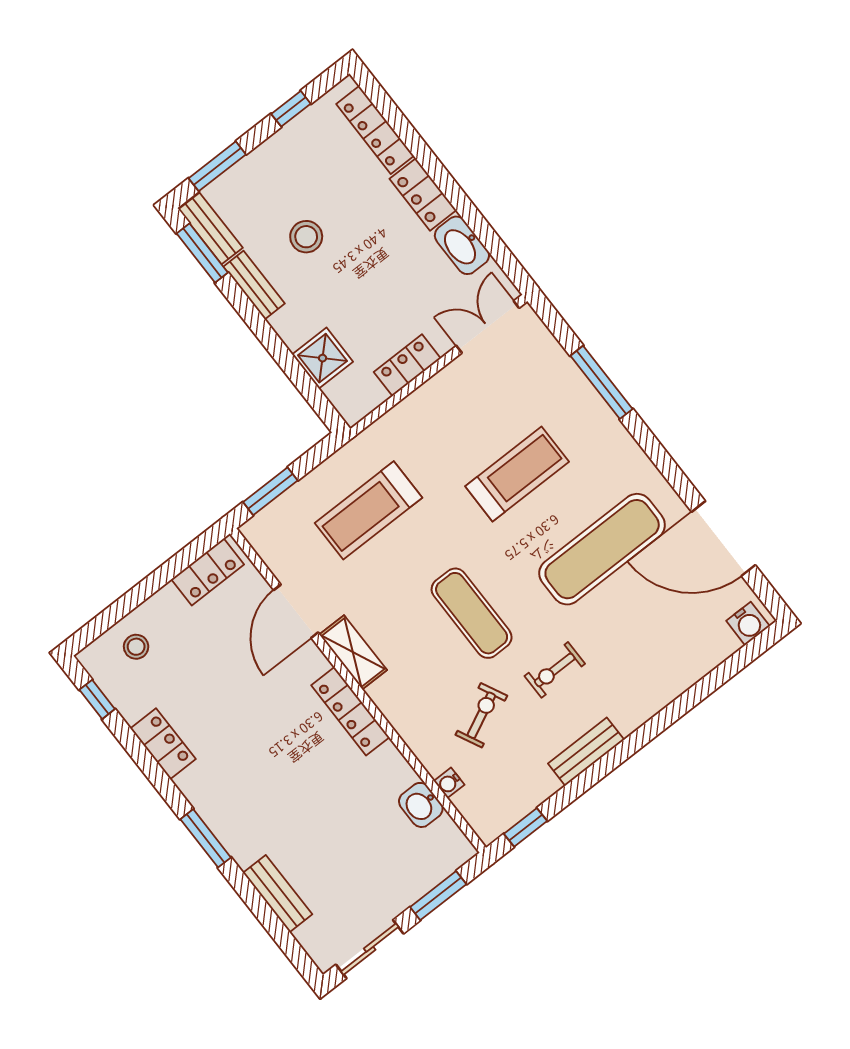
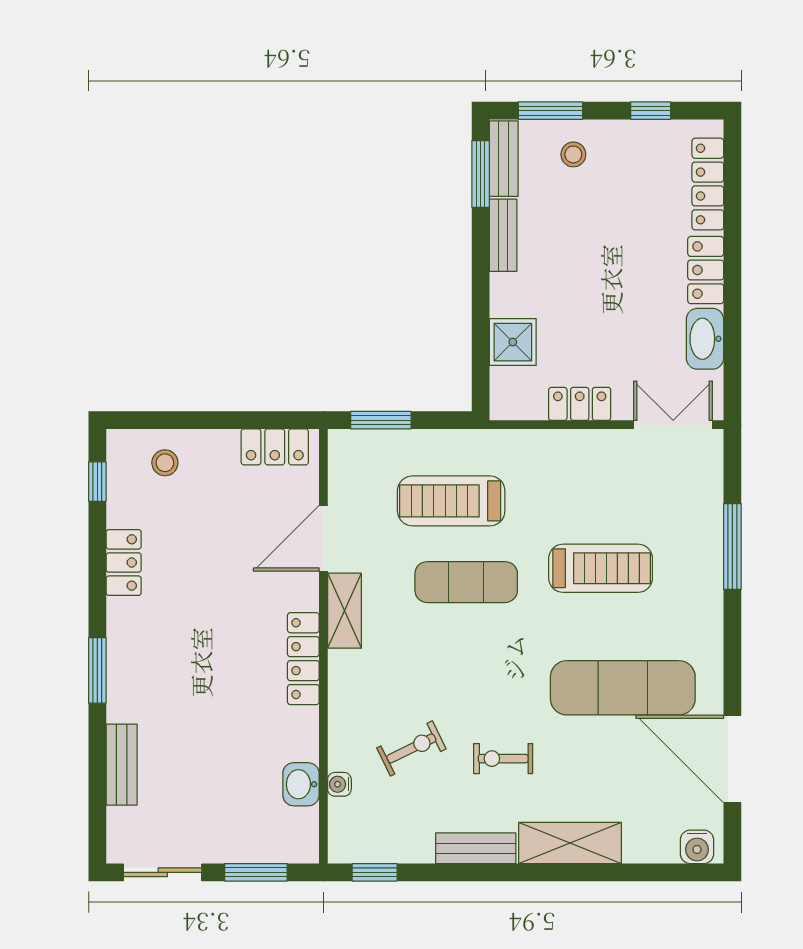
stool: (306, 237) -> (573, 154), moved, width x0.73, depth x0.73
exercise mat: (472, 613) -> (466, 582), moved, turned 90
shelving: (652, 694) -> (570, 843), added

